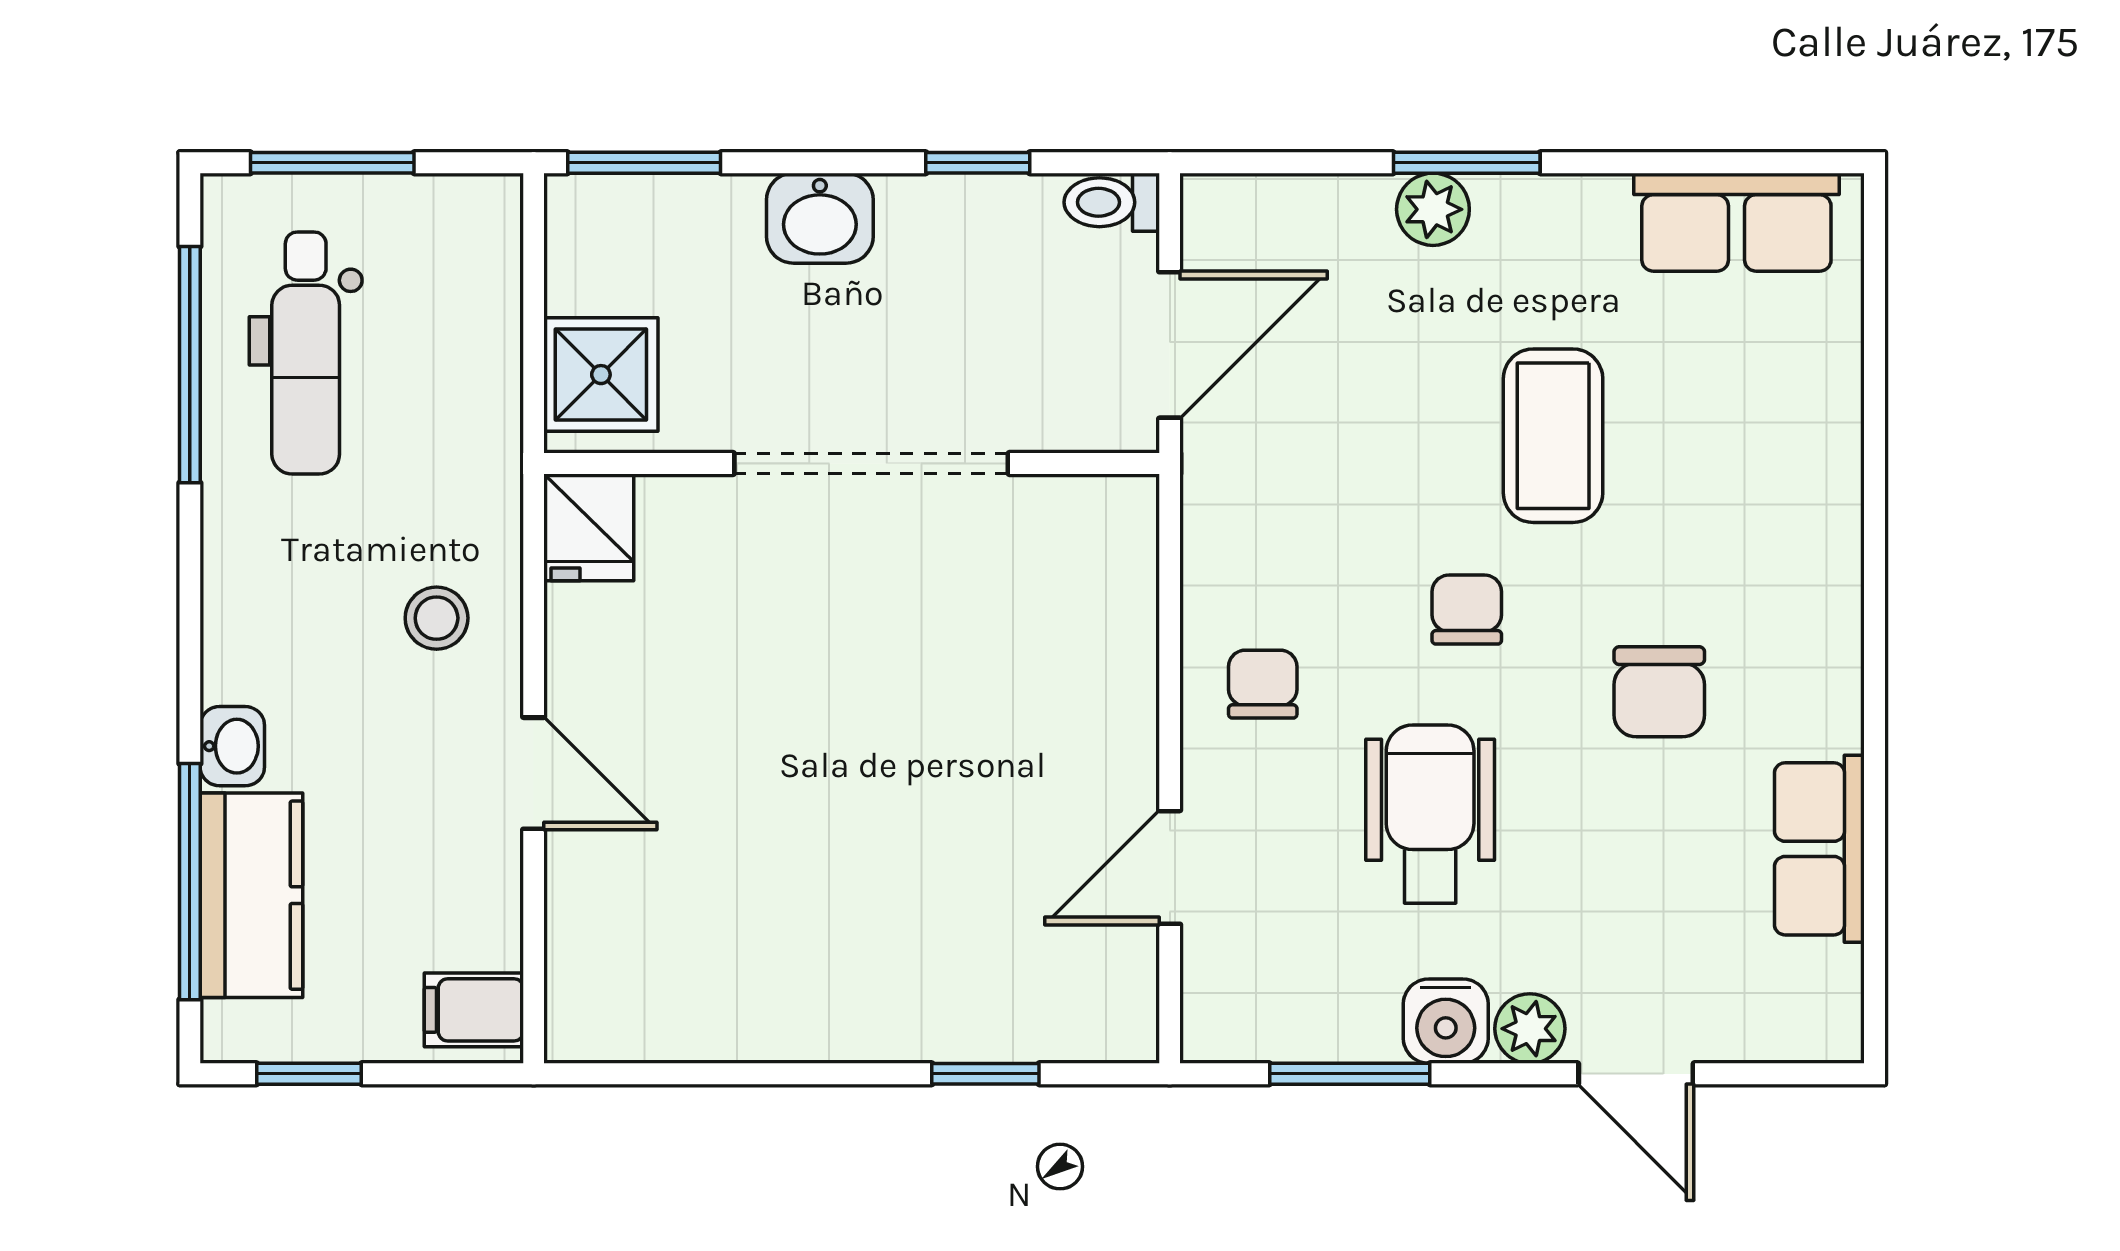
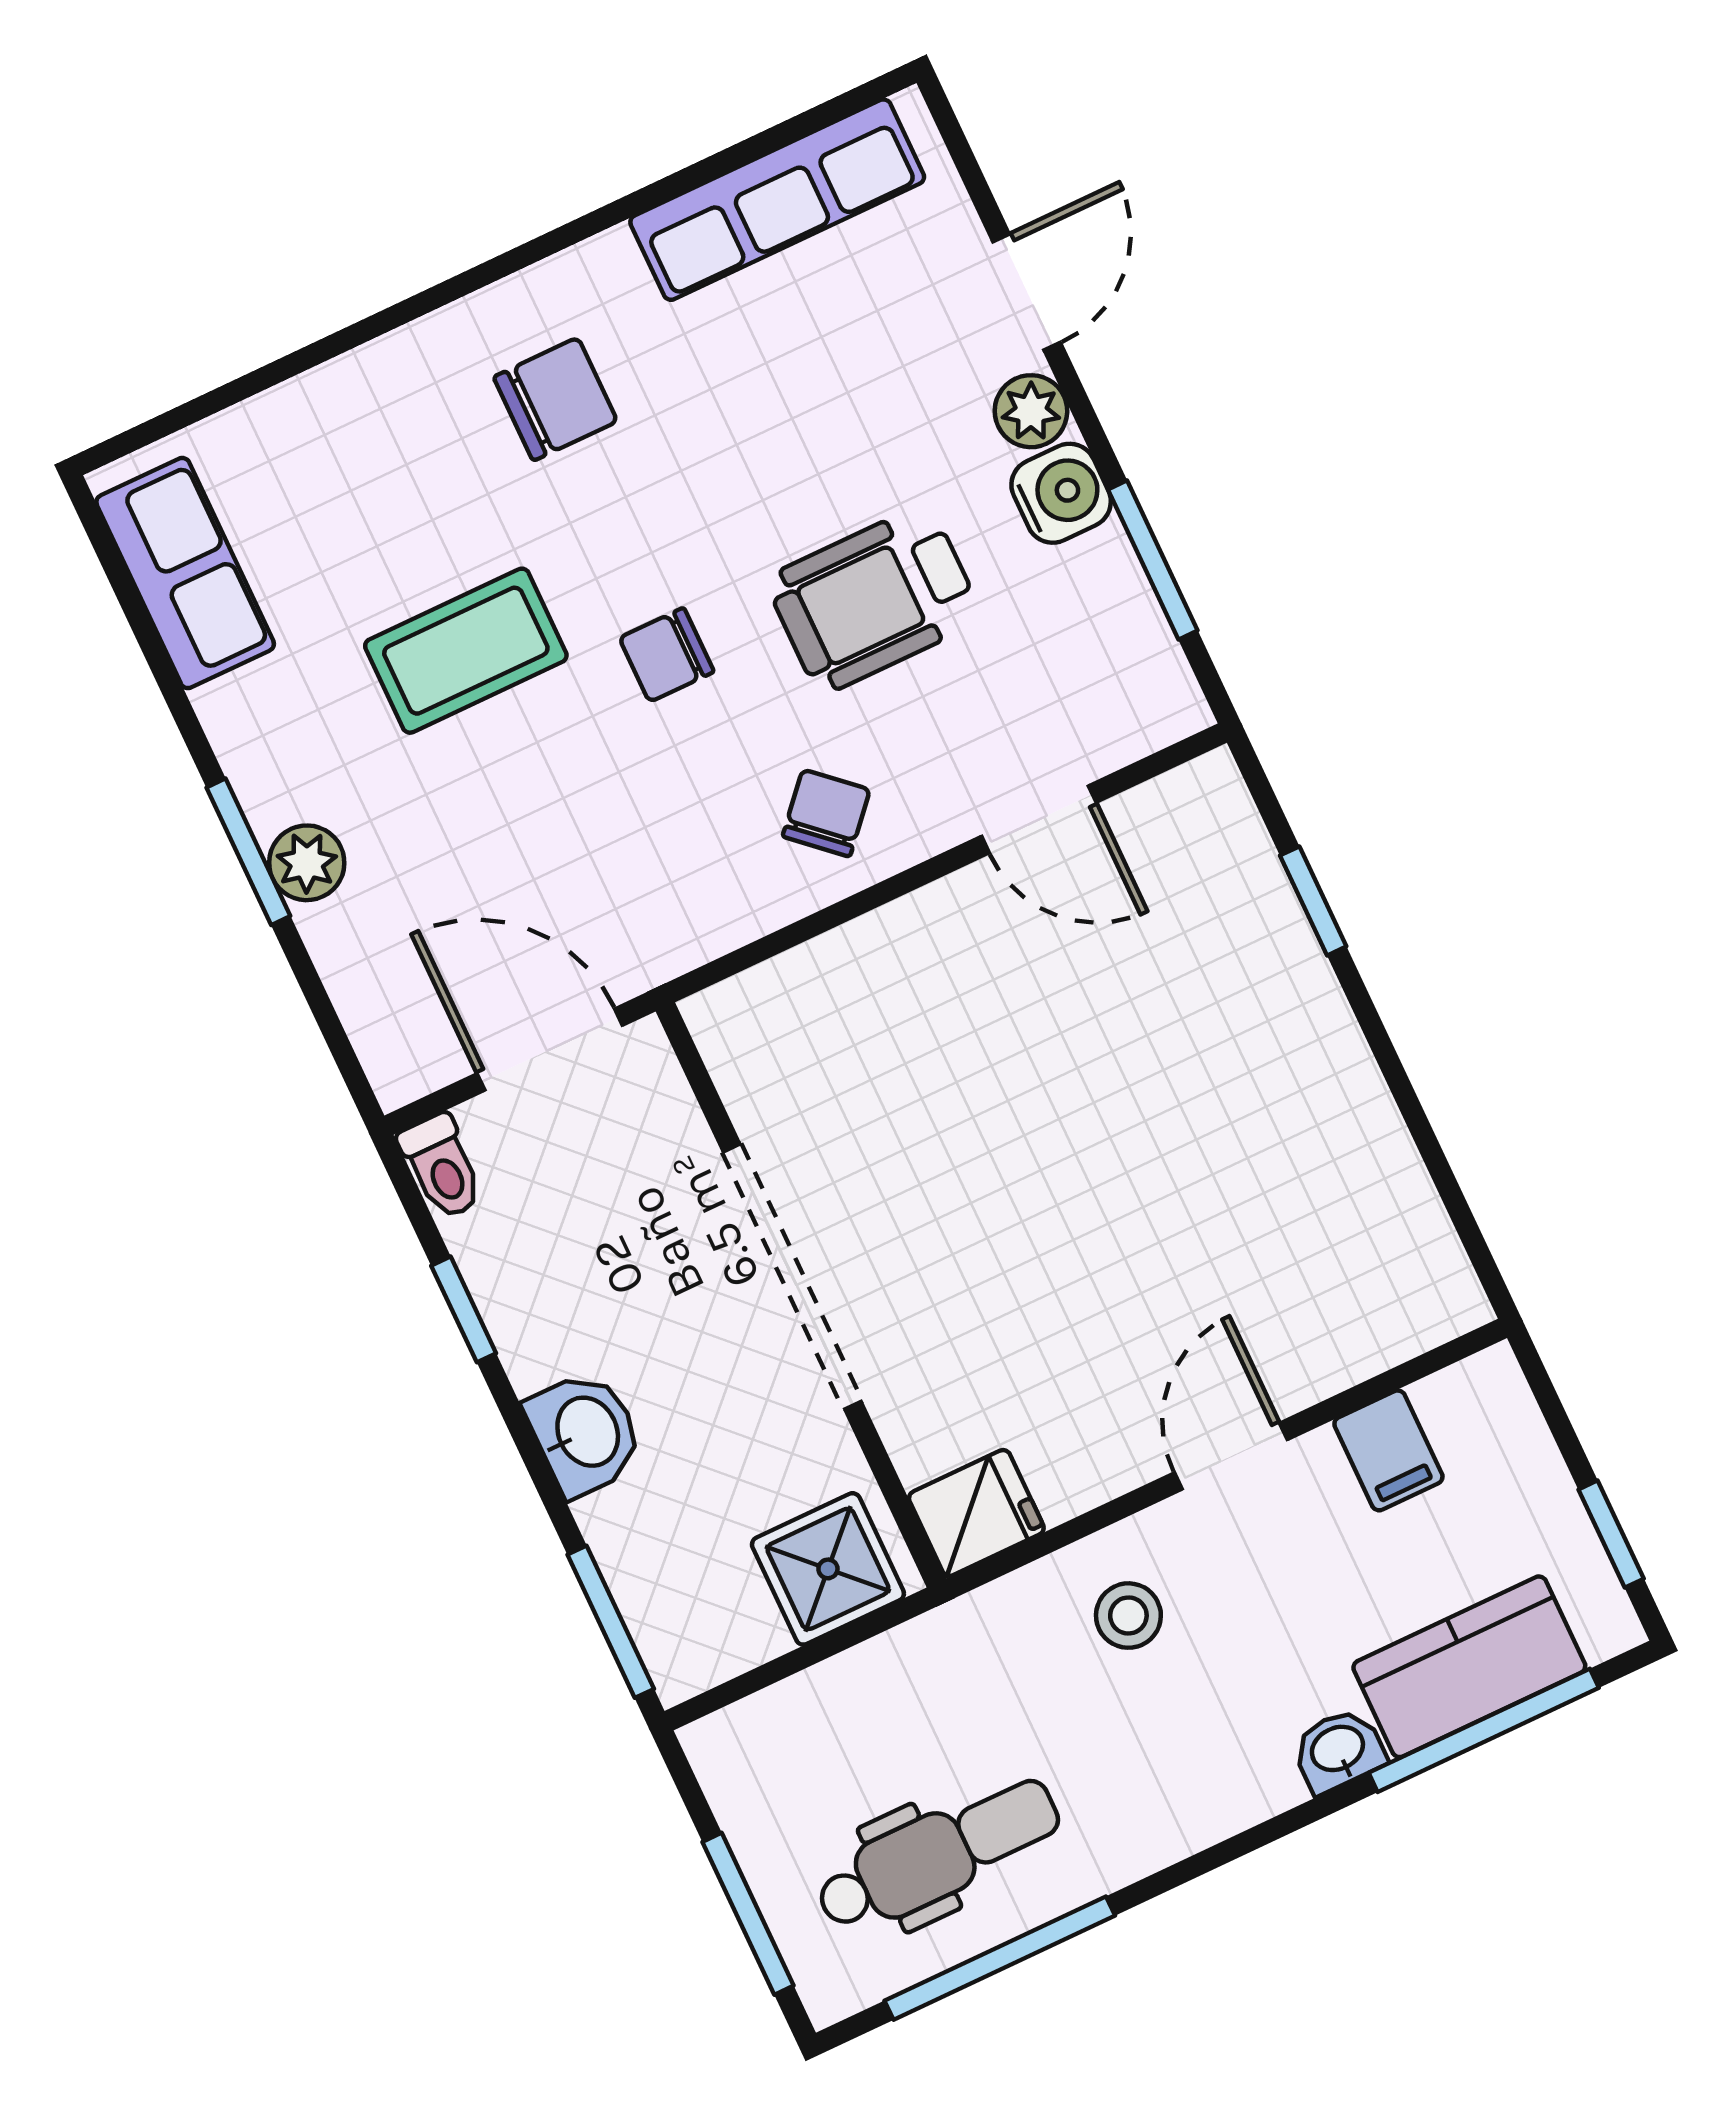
chair: (1263, 684) -> (826, 813), turned 132
chair: (1659, 692) -> (555, 399), moved
row of seats: (1819, 849) -> (777, 200), width x1.48
filing cabinet: (474, 1010) -> (1388, 1450), moved

